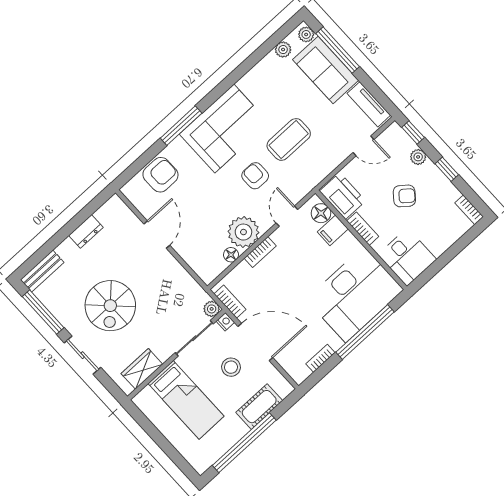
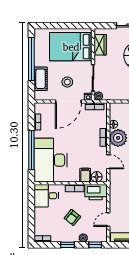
bed: (186, 400) -> (71, 47), width x1.50

